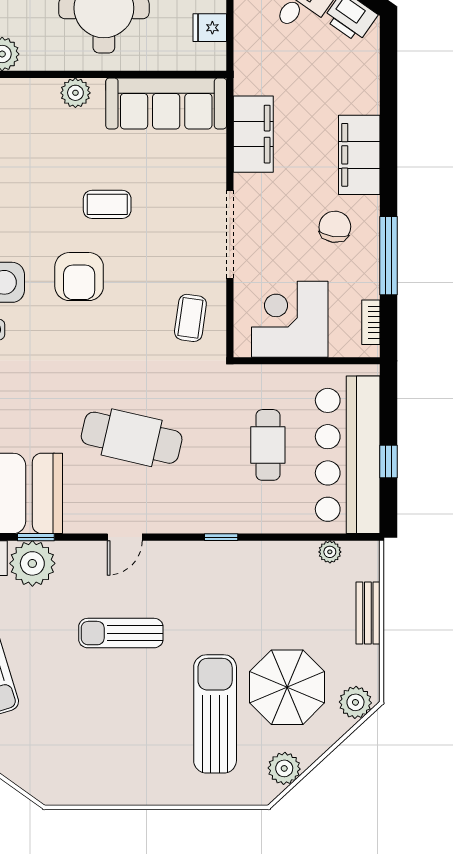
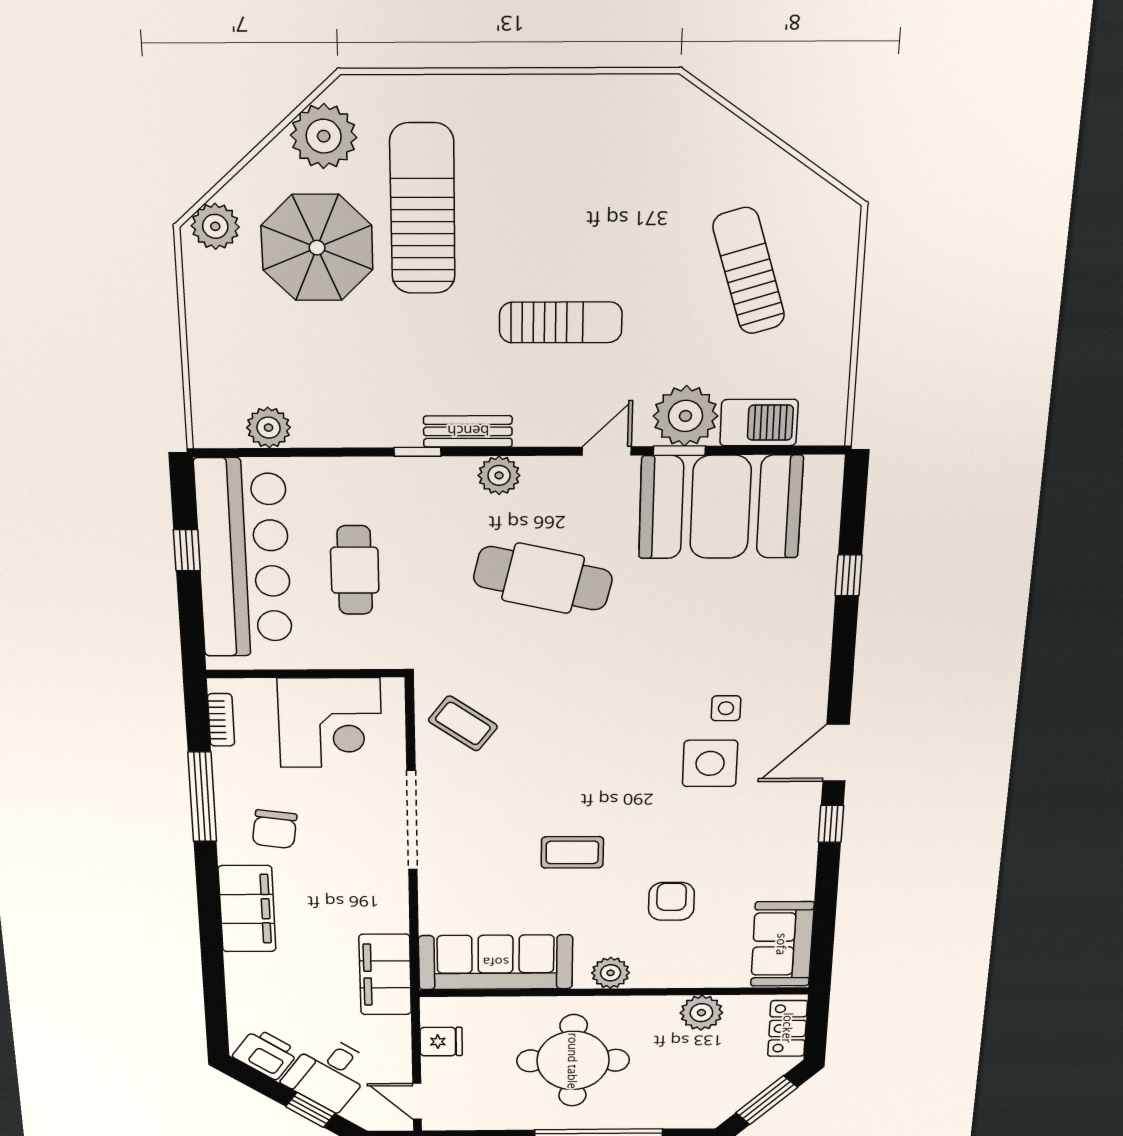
filing cabinet: (253, 134) -> (385, 975), moved
armchair: (79, 277) -> (671, 901), moved, width x0.72, depth x0.72
coffee table: (190, 318) -> (463, 723), turned -62
plant: (163, 519) -> (499, 475), added
door: (125, 537) -> (607, 451), moved
plant: (330, 552) -> (269, 428), width x1.38, depth x1.38
bench: (368, 613) -> (468, 431), moved, turned 90
sun lounger: (215, 714) -> (423, 209), turned 180
plant: (284, 768) -> (324, 136), width x1.36, depth x1.36

